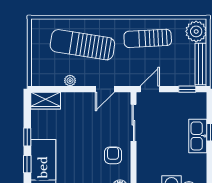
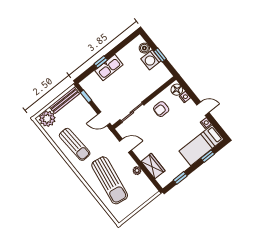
wardrobe: (46, 101) -> (153, 166), moved
window: (27, 137) -> (180, 178), moved

